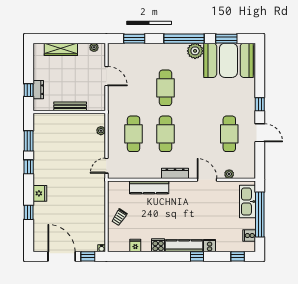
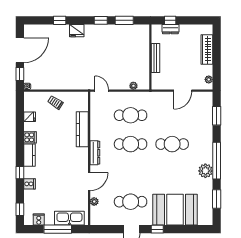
booth: (228, 60) -> (175, 210), moved, turned 90
window: (260, 215) -> (58, 229), width x0.68
kitchen counter: (184, 246) -> (30, 155), width x0.67

